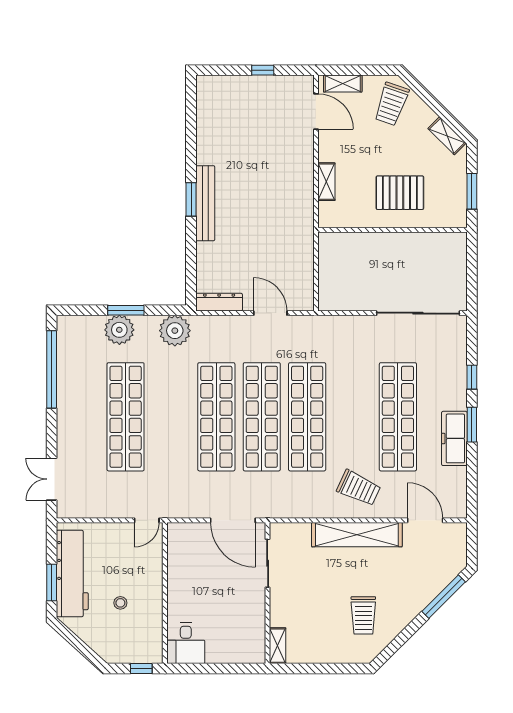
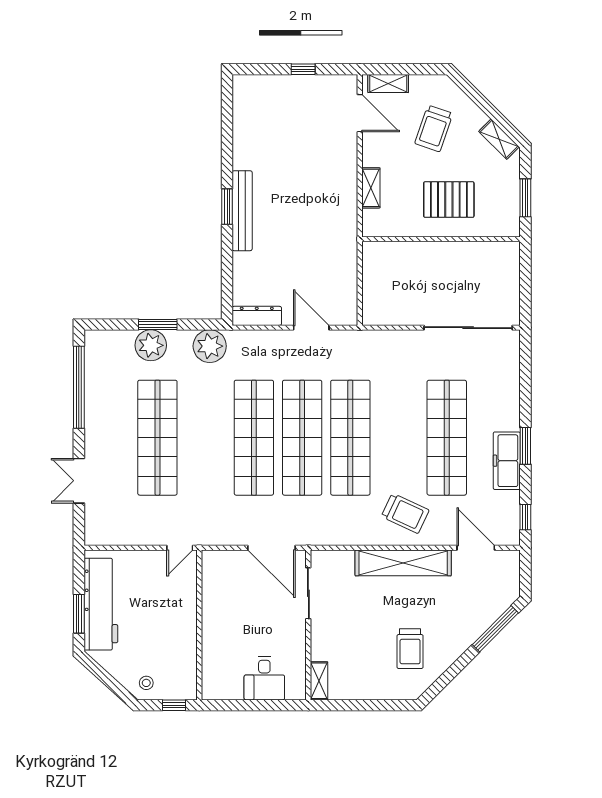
trolley: (392, 104) -> (434, 128), moved
window: (472, 377) -> (525, 517), moved
double door: (52, 479) -> (79, 481), moved
stool: (120, 603) -> (146, 683), moved
desk: (186, 643) -> (264, 678), moved

